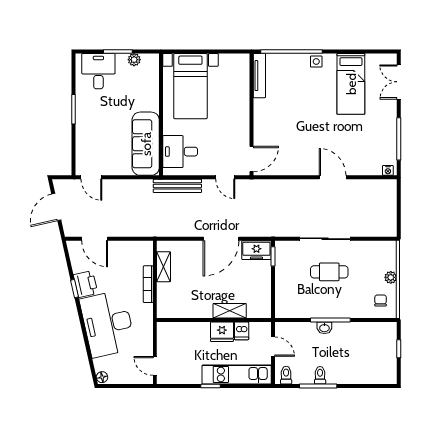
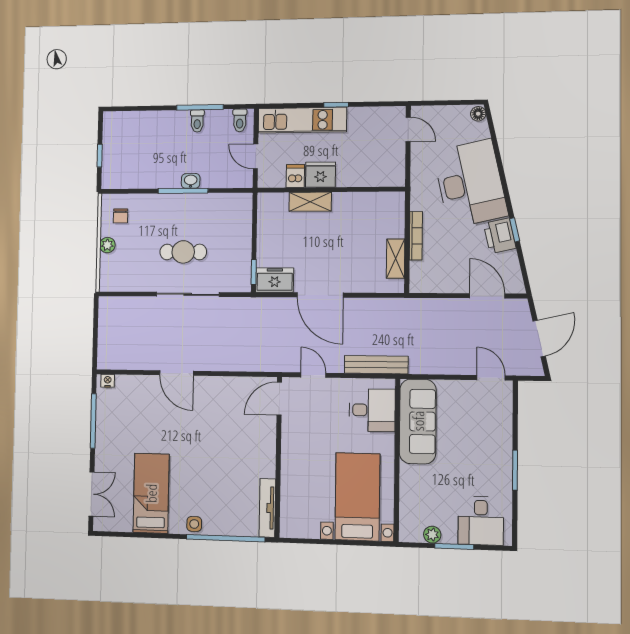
door: (221, 239) -> (320, 295), swing flipped

